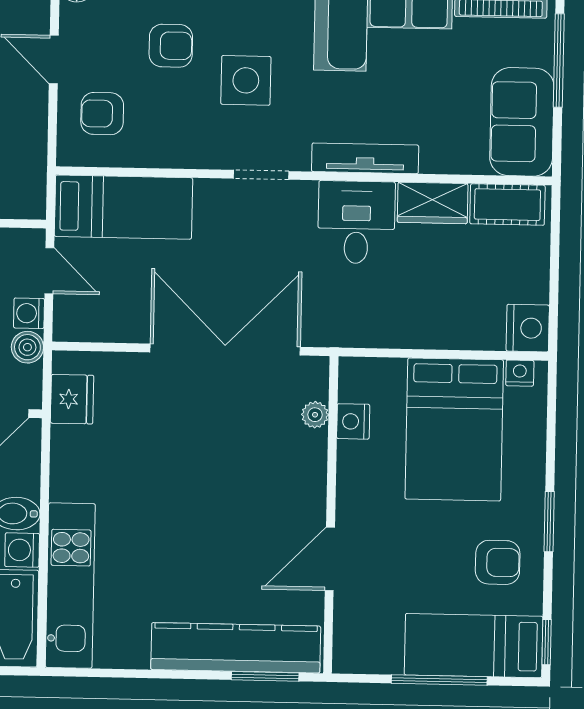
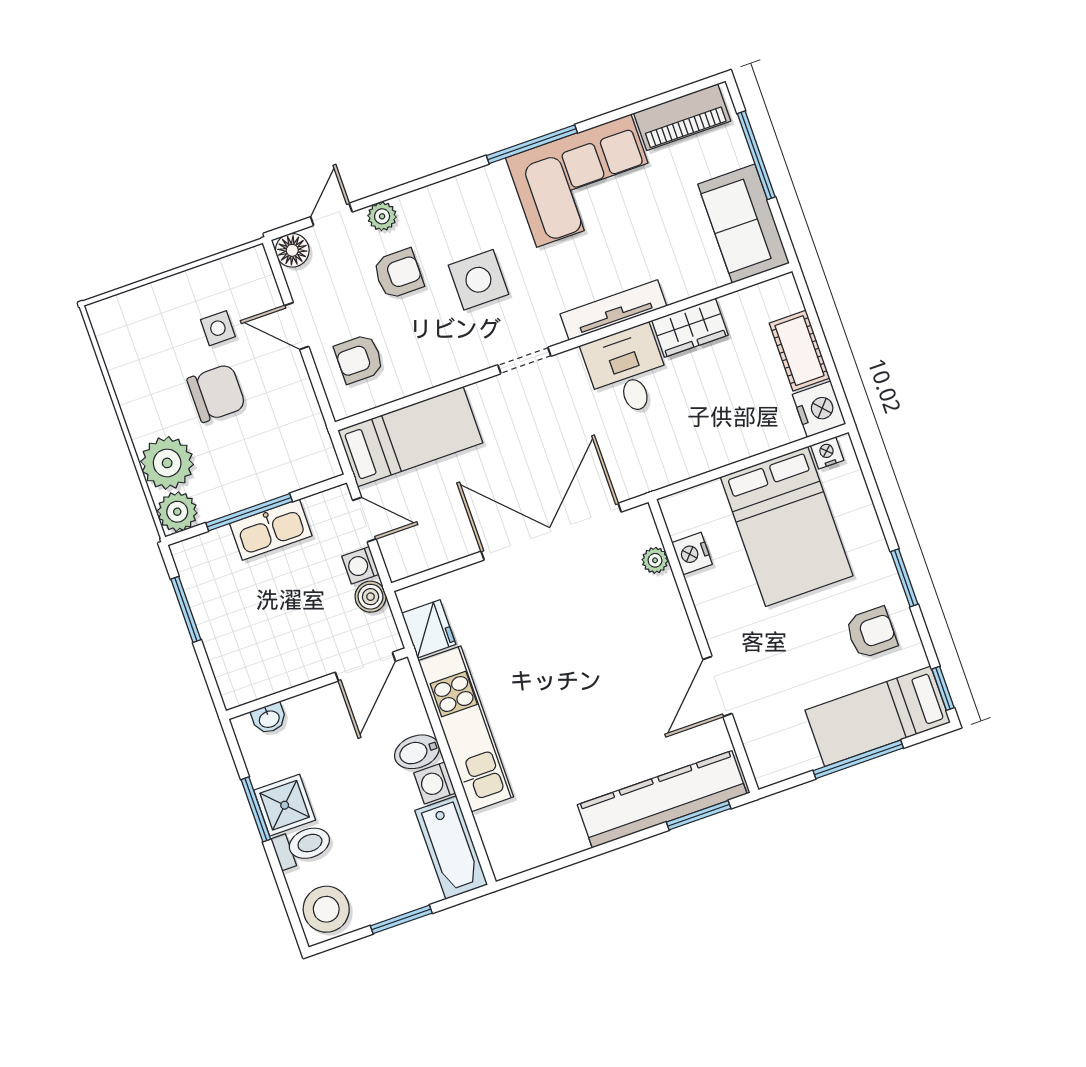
cot: (507, 205) -> (799, 351), moved, turned 90
kitchen unit: (70, 586) -> (466, 729), moved

